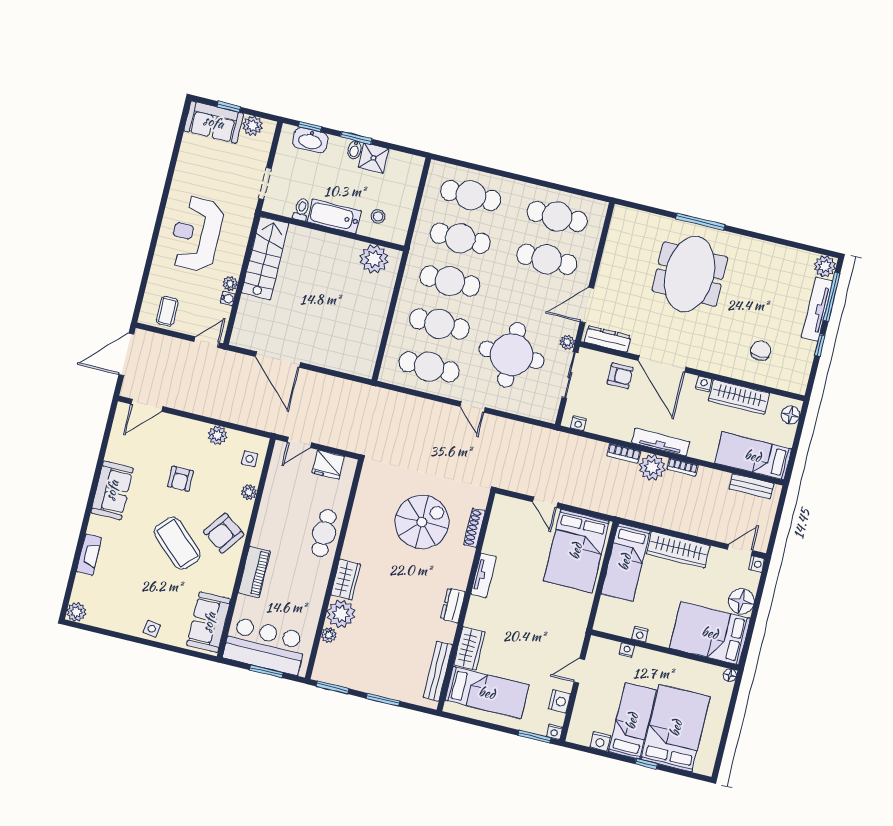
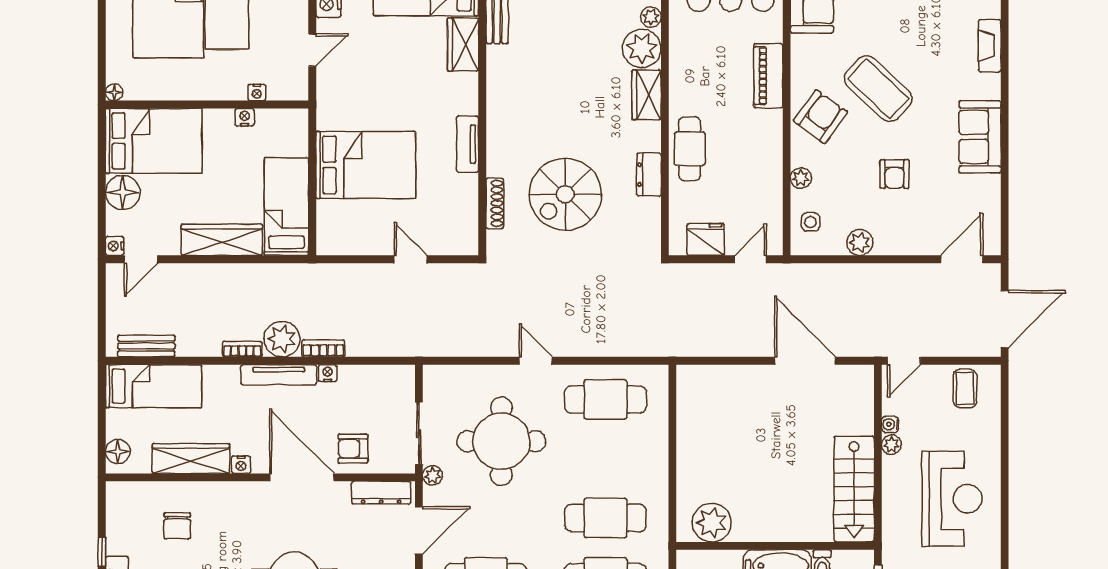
cafe table: (439, 324) -> (605, 459), removed
nightstand: (578, 423) -> (328, 373), moved
armchair: (180, 479) -> (894, 174), turned 180
bed: (576, 551) -> (366, 165), moved, turned 90
dresser: (453, 605) -> (649, 175), moved, turned 180

